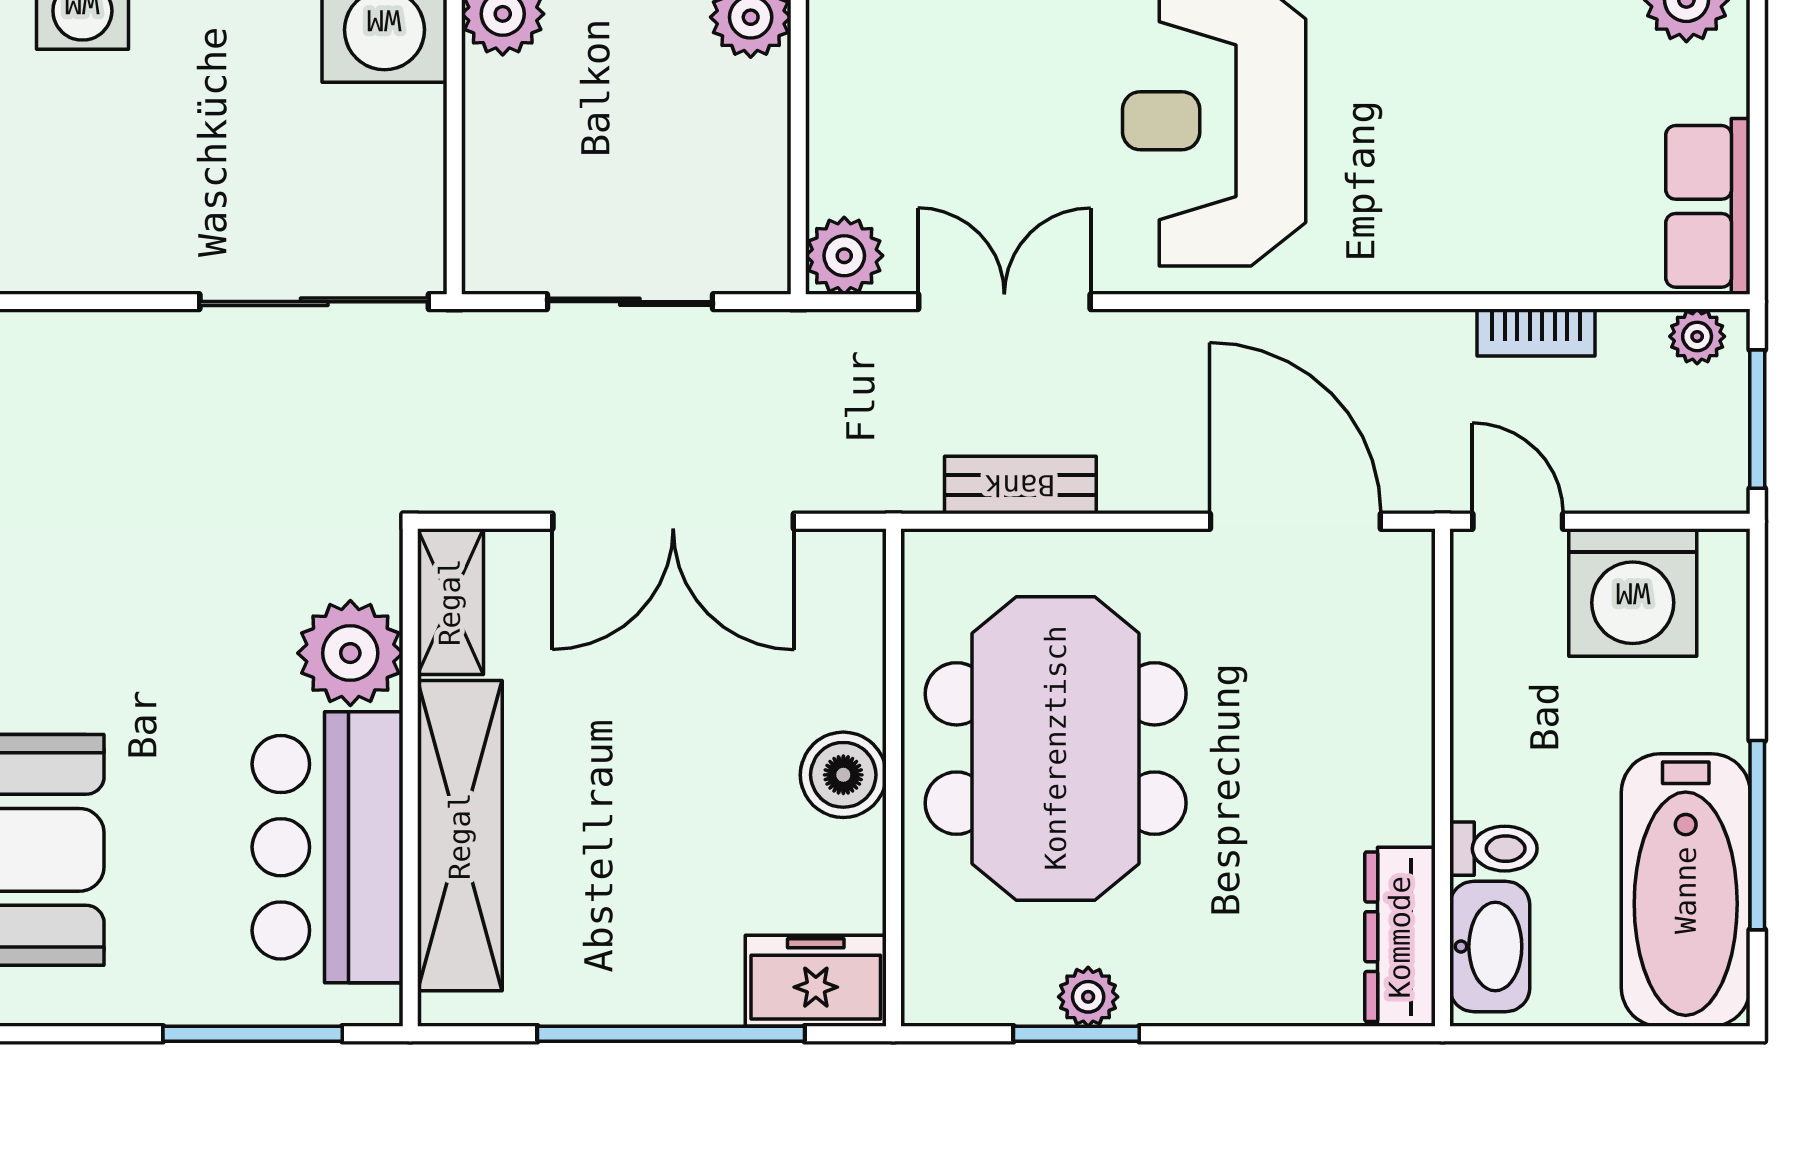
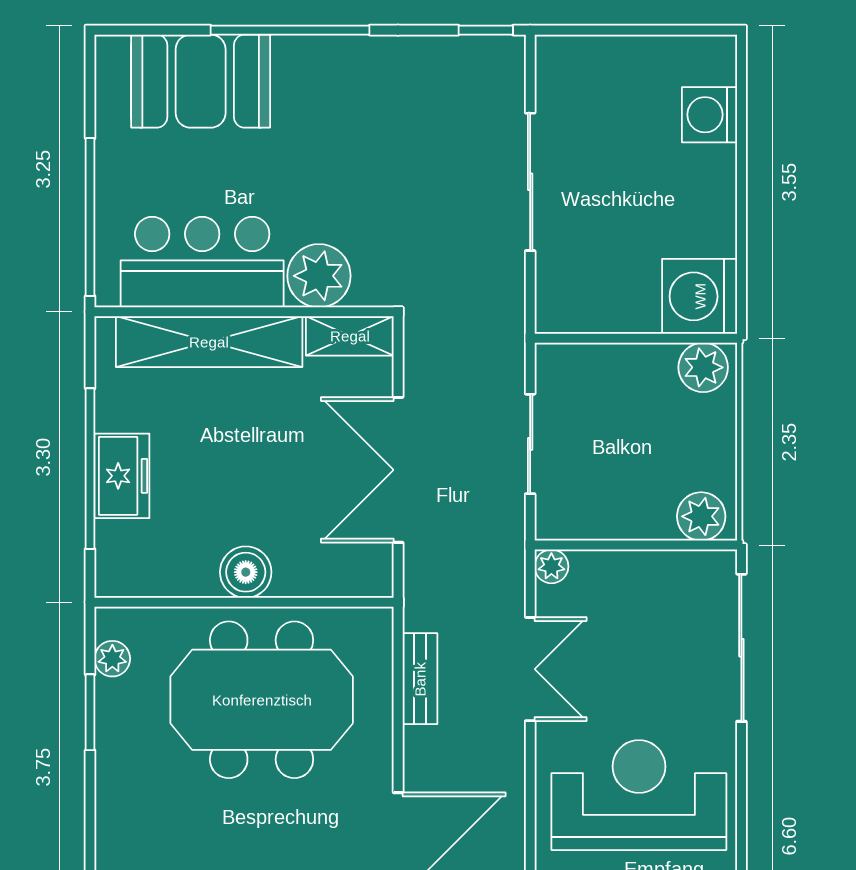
plant: (844, 256) -> (551, 566), width x0.73, depth x0.73
sliding door: (314, 302) -> (530, 182), moved
freezer: (816, 981) -> (122, 476), moved
plant: (1088, 997) -> (112, 659), moved
window: (253, 1034) -> (90, 217), width x1.46

